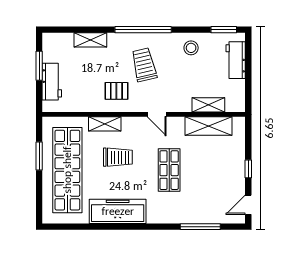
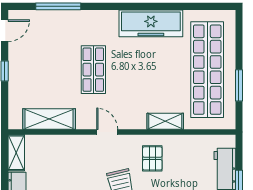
pallet: (116, 91) -> (152, 158), turned 90
shelving: (208, 105) -> (16, 153), moved, turned 90
trolley: (118, 157) -> (151, 84), removed

